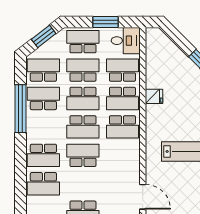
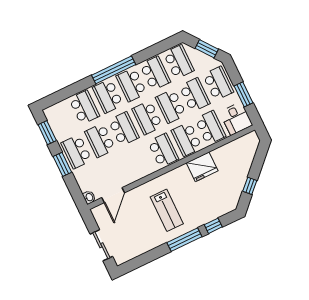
fridge: (154, 96) -> (202, 167), width x1.88, depth x1.34
window: (20, 109) -> (114, 70), moved
school desk: (43, 127) -> (131, 85), added
school desk: (122, 127) -> (163, 150), turned 180
school desk: (43, 184) -> (84, 107), turned 180
school desk: (83, 184) -> (100, 140), added

